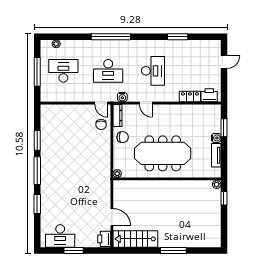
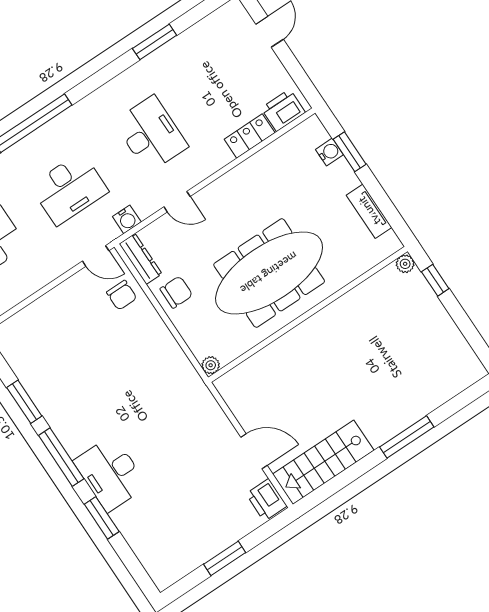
water cooler: (216, 138) -> (329, 152), moved
desk: (60, 236) -> (110, 474), moved, turned 90

